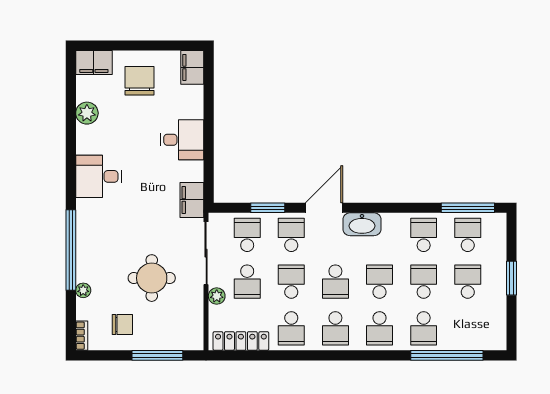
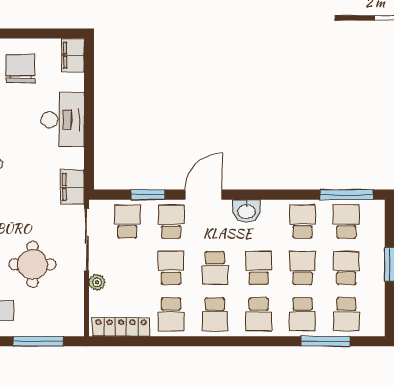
desk: (182, 140) -> (63, 120), width x1.37
washbasin: (362, 224) -> (246, 211), width x0.72
school desk: (247, 282) -> (346, 314), moved
window: (447, 355) -> (325, 341), width x0.68

